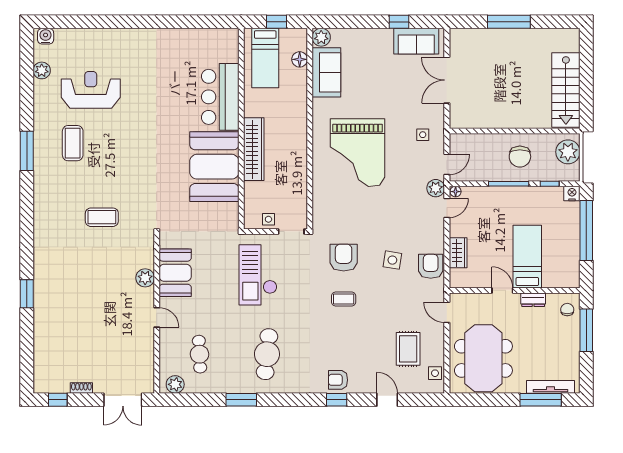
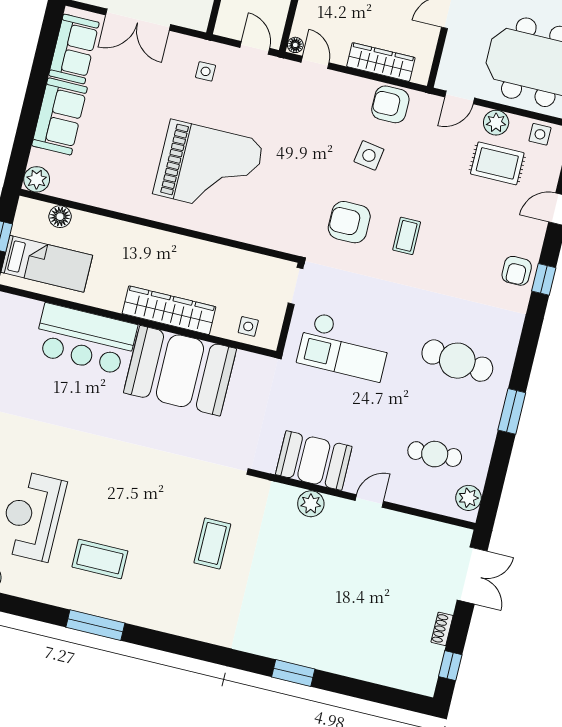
window: (399, 22) -> (41, 66), removed
sofa: (326, 72) -> (60, 116), moved, turned 90
plant: (436, 188) -> (496, 123), moved
side table: (268, 219) -> (248, 326), moved
wardrobe: (458, 253) -> (381, 62), width x1.50

